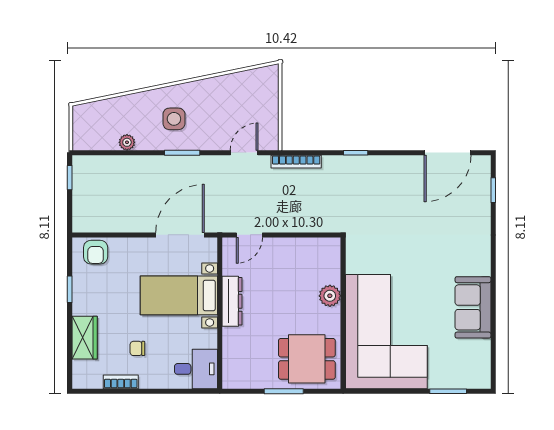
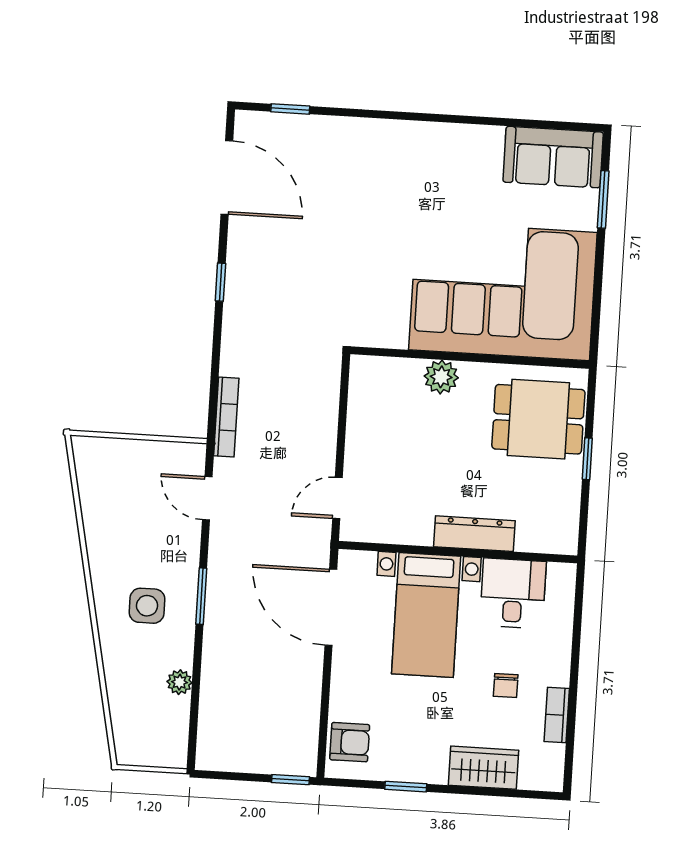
window: (356, 153) -> (220, 282), moved
window: (70, 178) -> (291, 780), moved
door: (249, 235) -> (337, 498), swing flipped
dresser: (232, 301) -> (474, 534), moved
sofa: (473, 307) -> (553, 157), moved
dining table: (307, 359) -> (538, 419), turned 90
desk: (196, 369) -> (513, 593), moved
window: (284, 391) -> (587, 459), width x0.67

